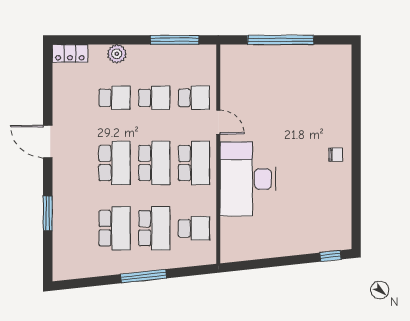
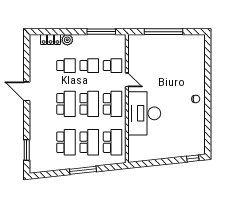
locker: (70, 53) -> (51, 40), moved
window: (48, 213) -> (27, 150), moved
school desk: (194, 228) -> (113, 142), width x1.85

